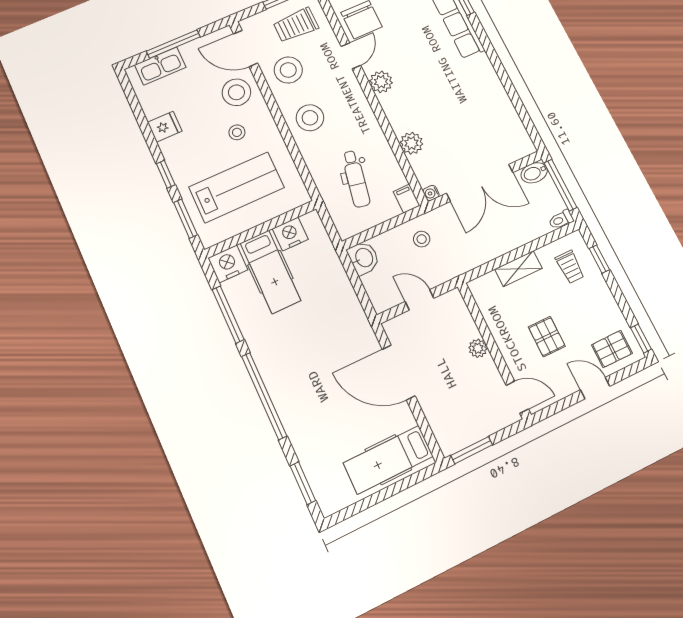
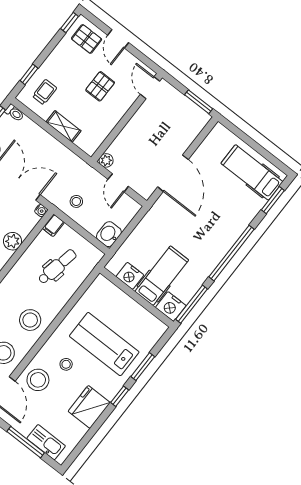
fridge: (165, 127) -> (89, 407), width x1.88, depth x1.34
wall: (261, 229) -> (137, 297), moved
nightstand: (290, 234) -> (130, 276), moved
nightstand: (228, 264) -> (171, 307), moved
hospital bed: (270, 272) -> (162, 276), moved
plant: (478, 348) -> (106, 160), moved
hospital bed: (388, 460) -> (252, 172), moved, turned 180

